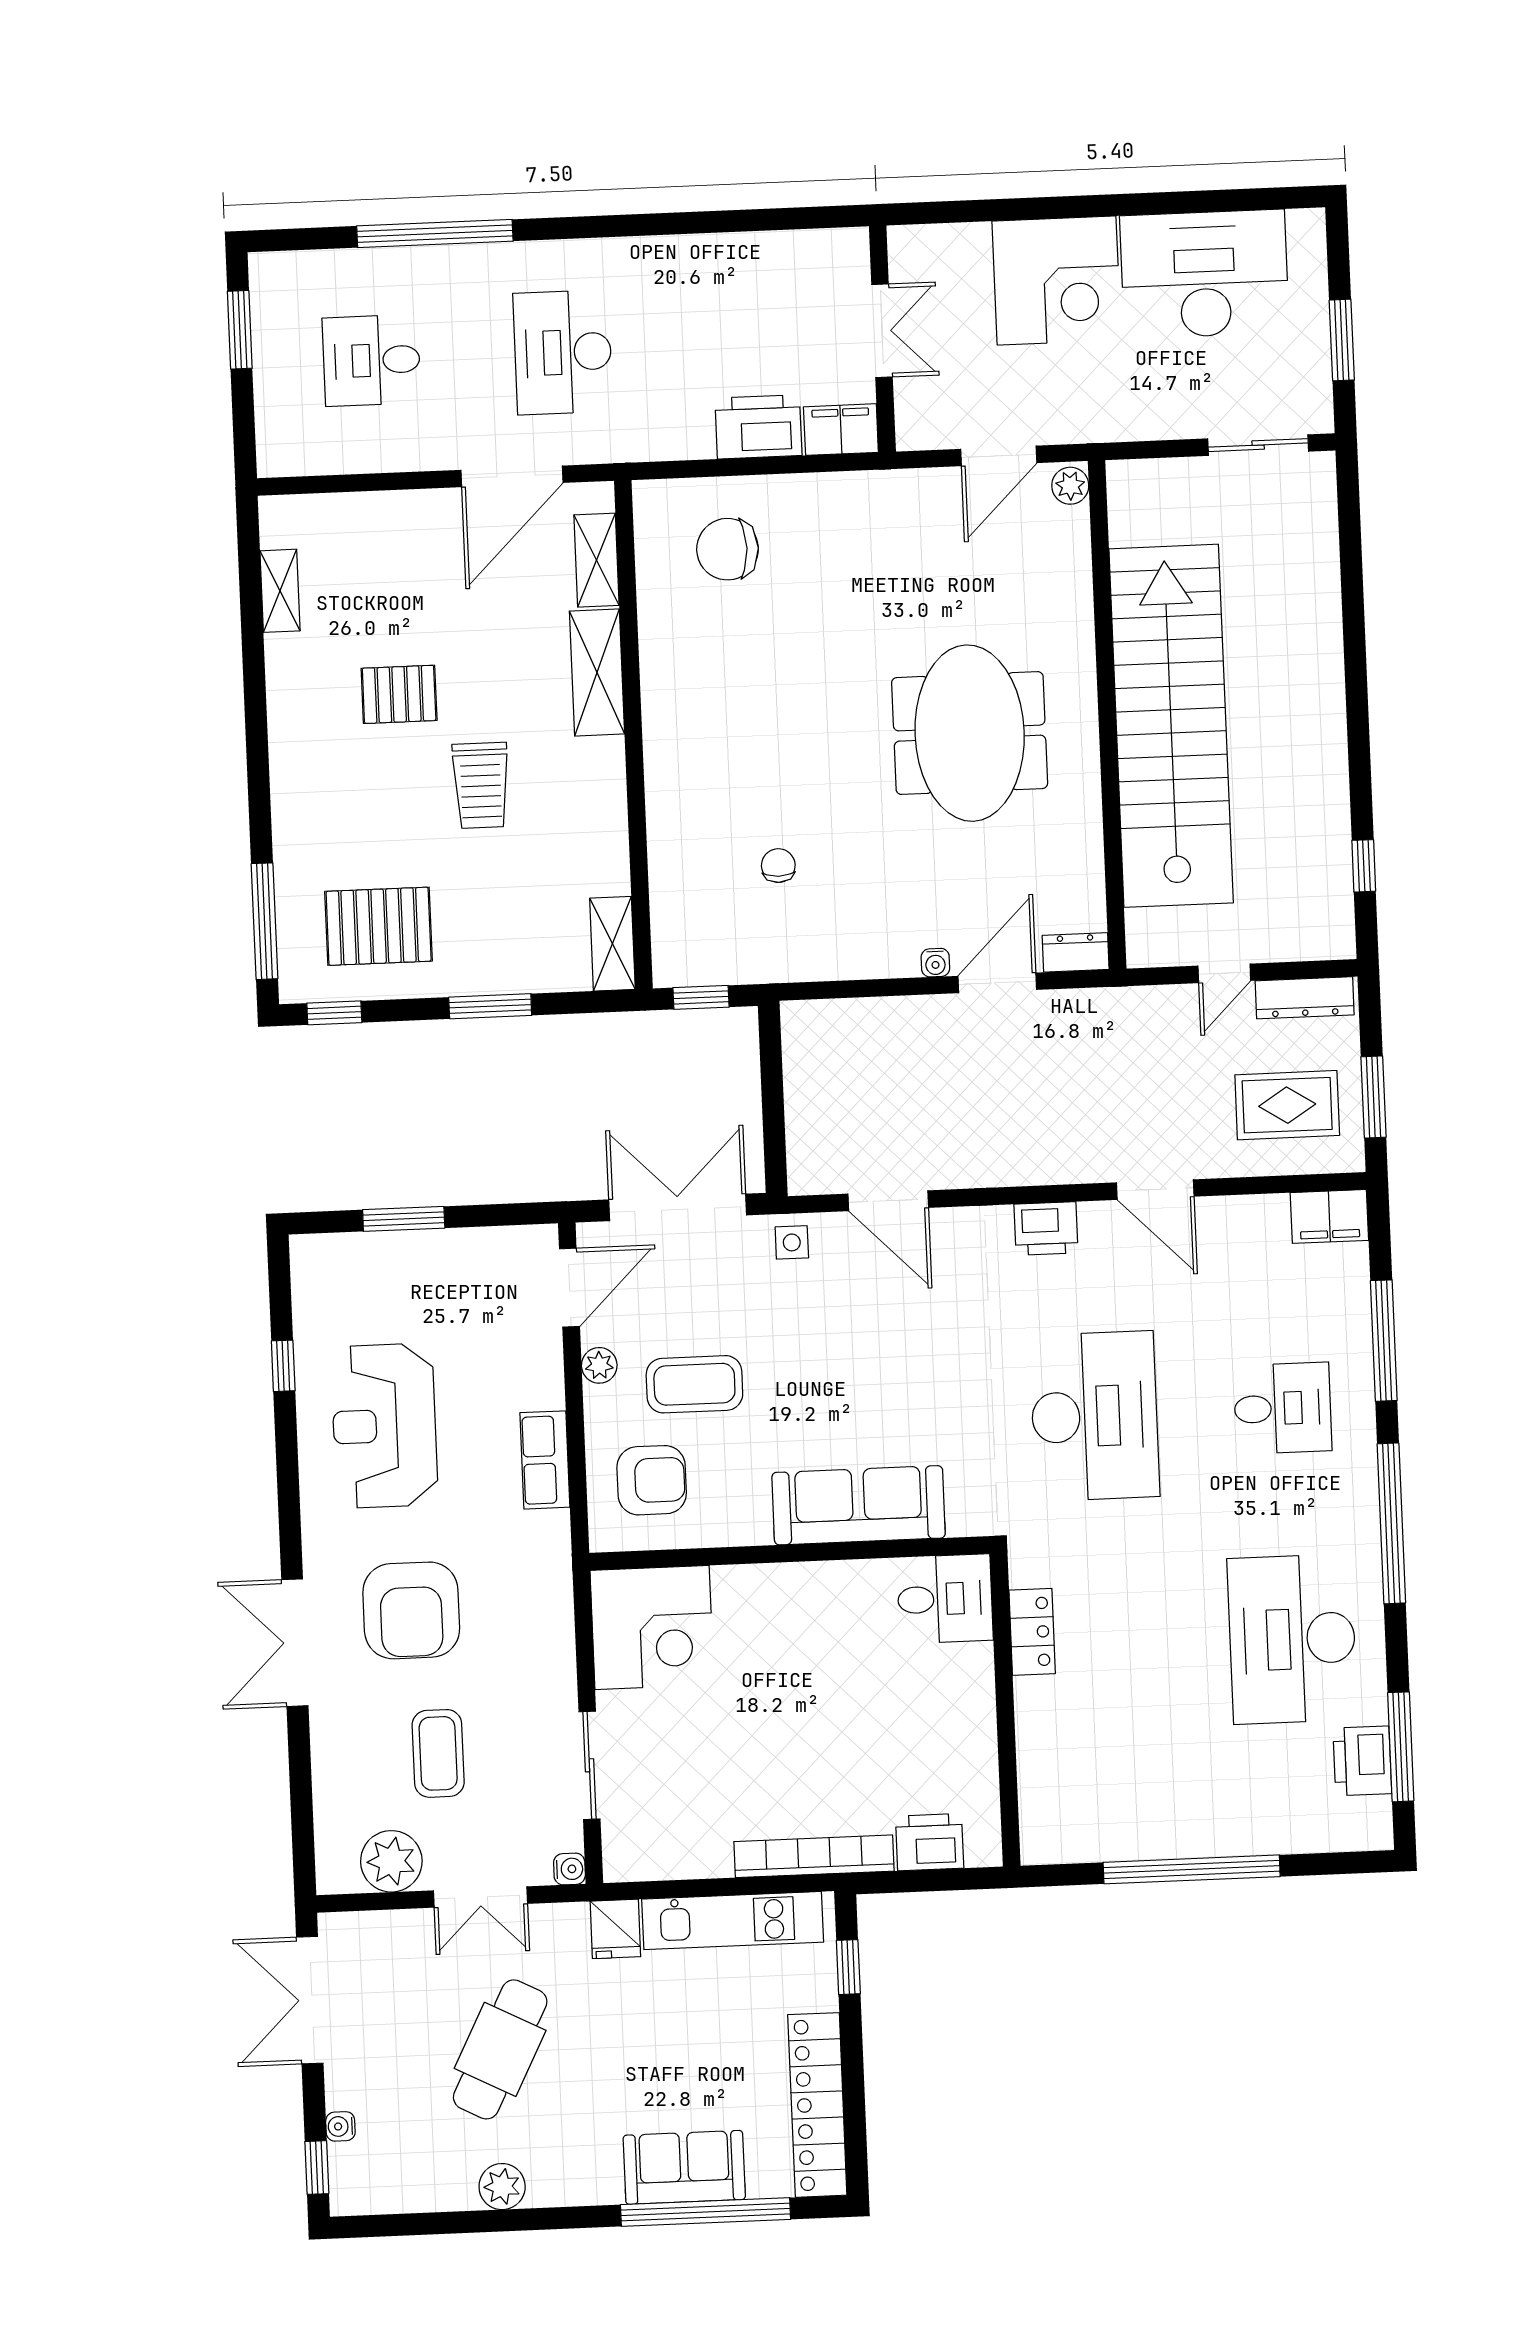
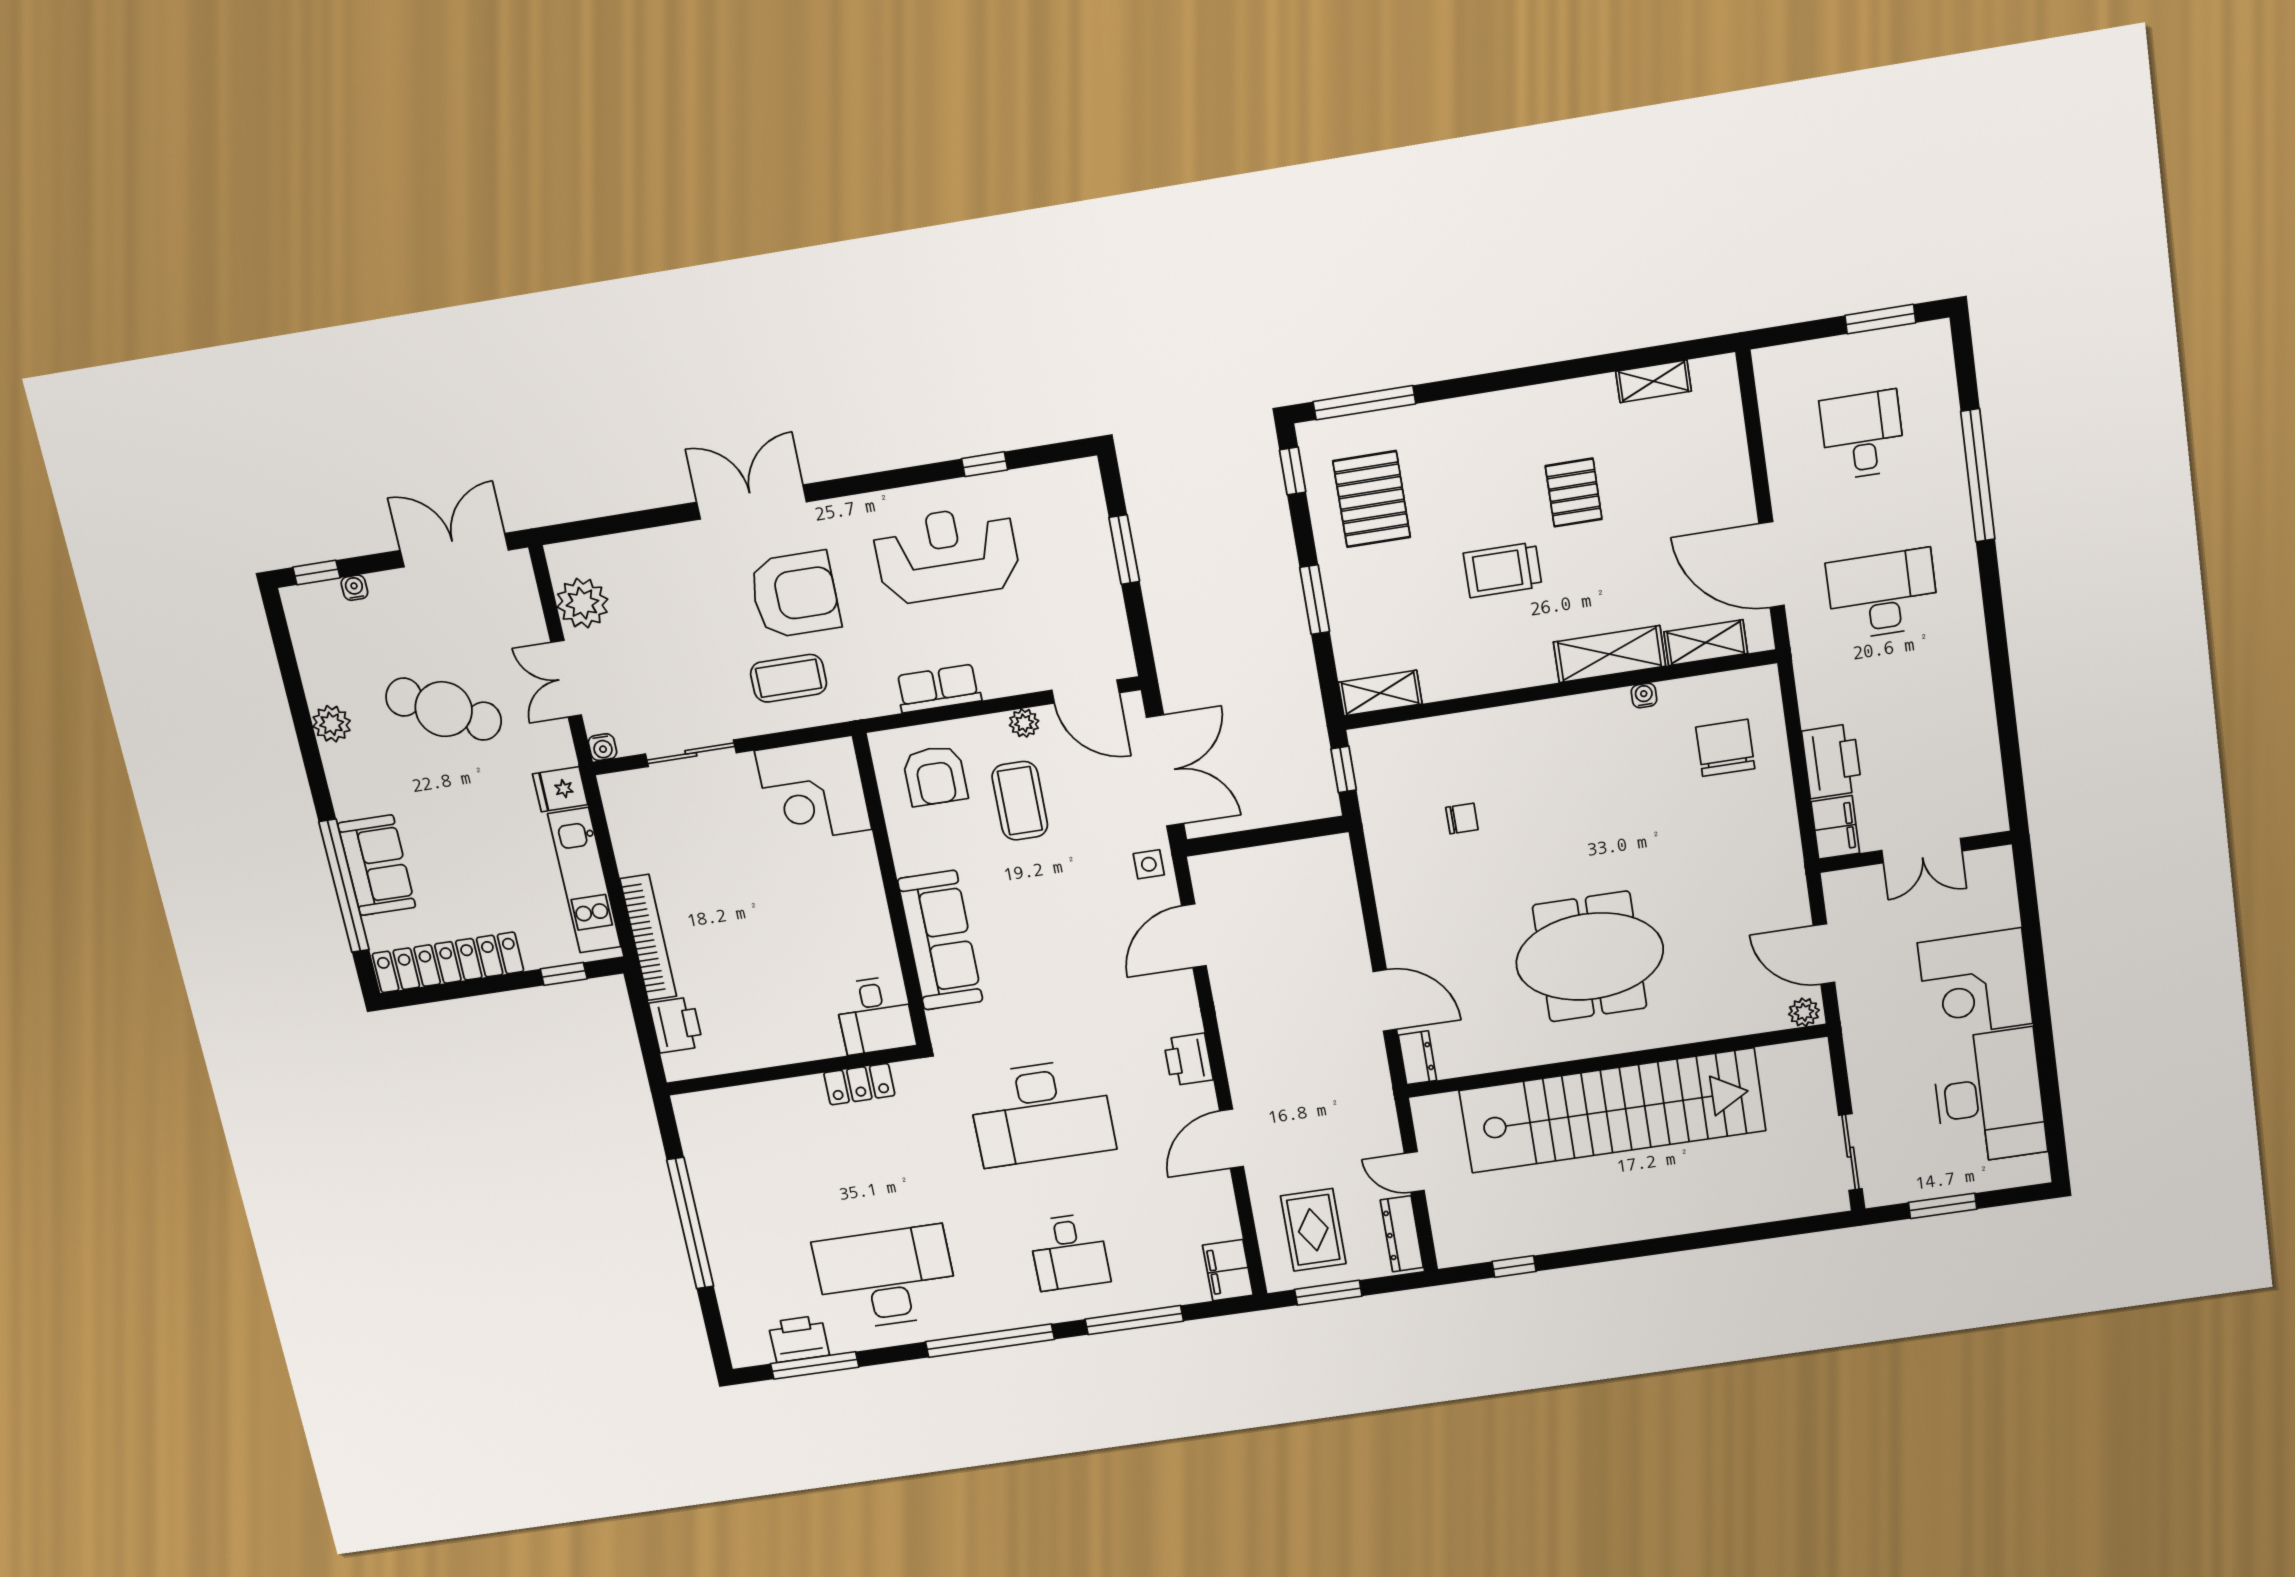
water cooler: (935, 963) -> (1644, 695), moved, turned 90
armchair: (411, 1610) -> (795, 595), turned 180
coffee table: (438, 1753) -> (789, 678), moved

